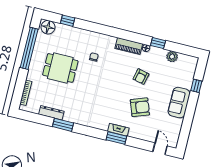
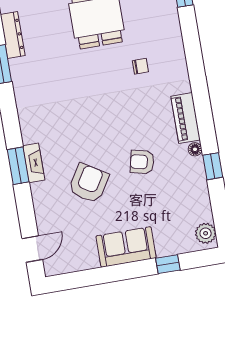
plant: (172, 57) -> (206, 233), moved
armchair: (140, 107) -> (89, 183), turned -128

